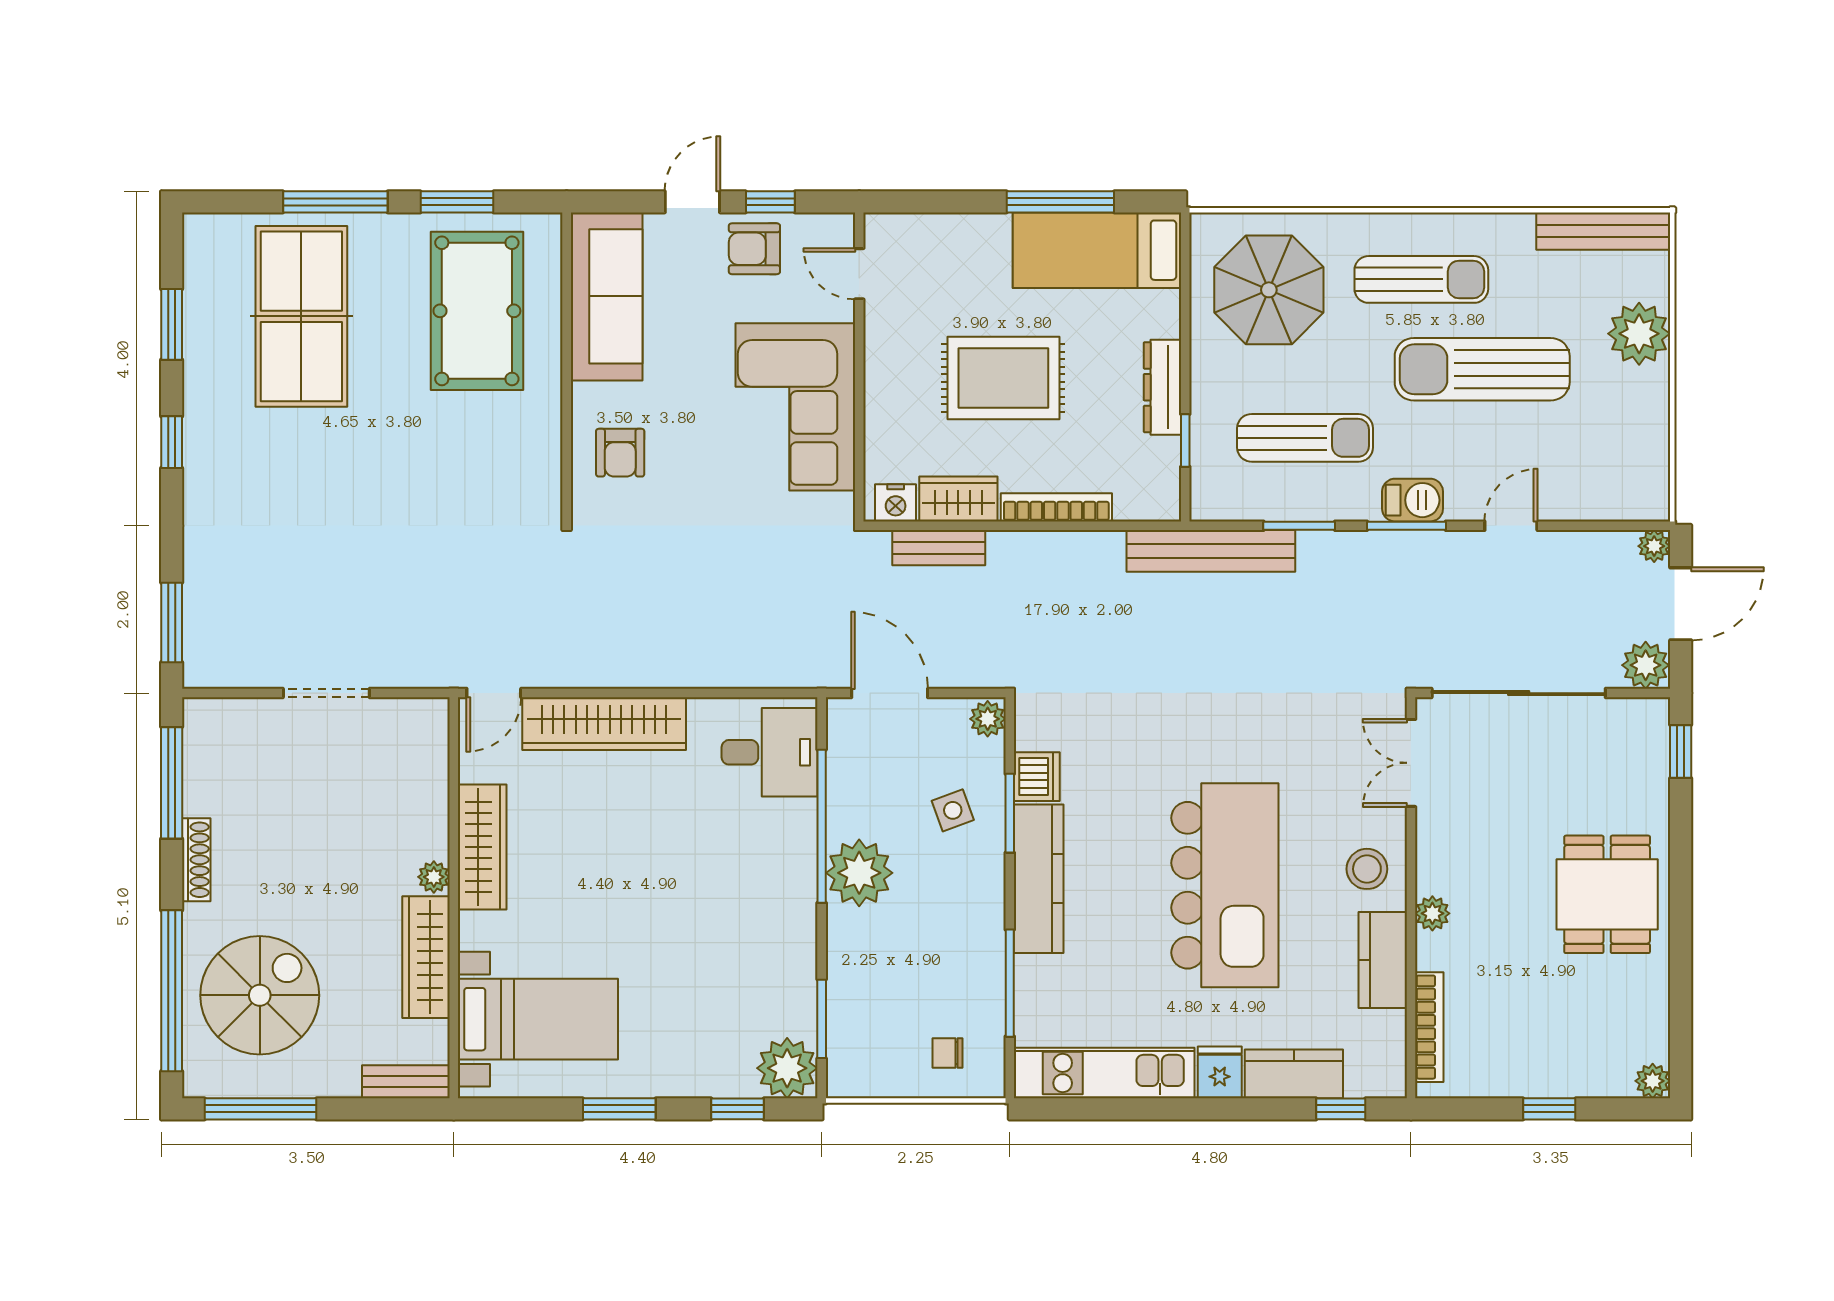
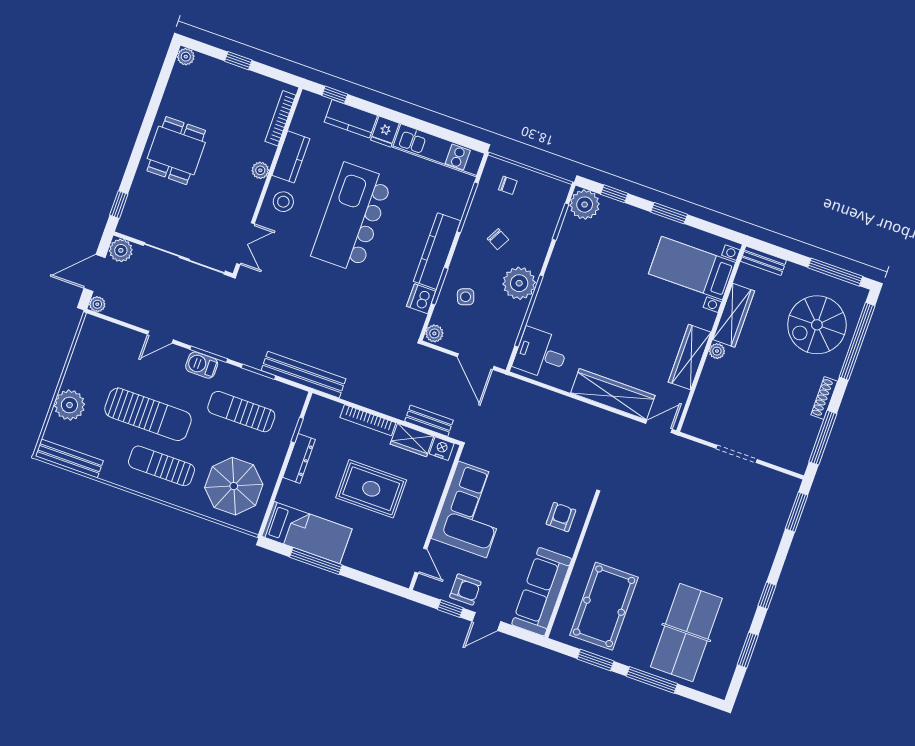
chair: (930, 943) -> (498, 239), added

